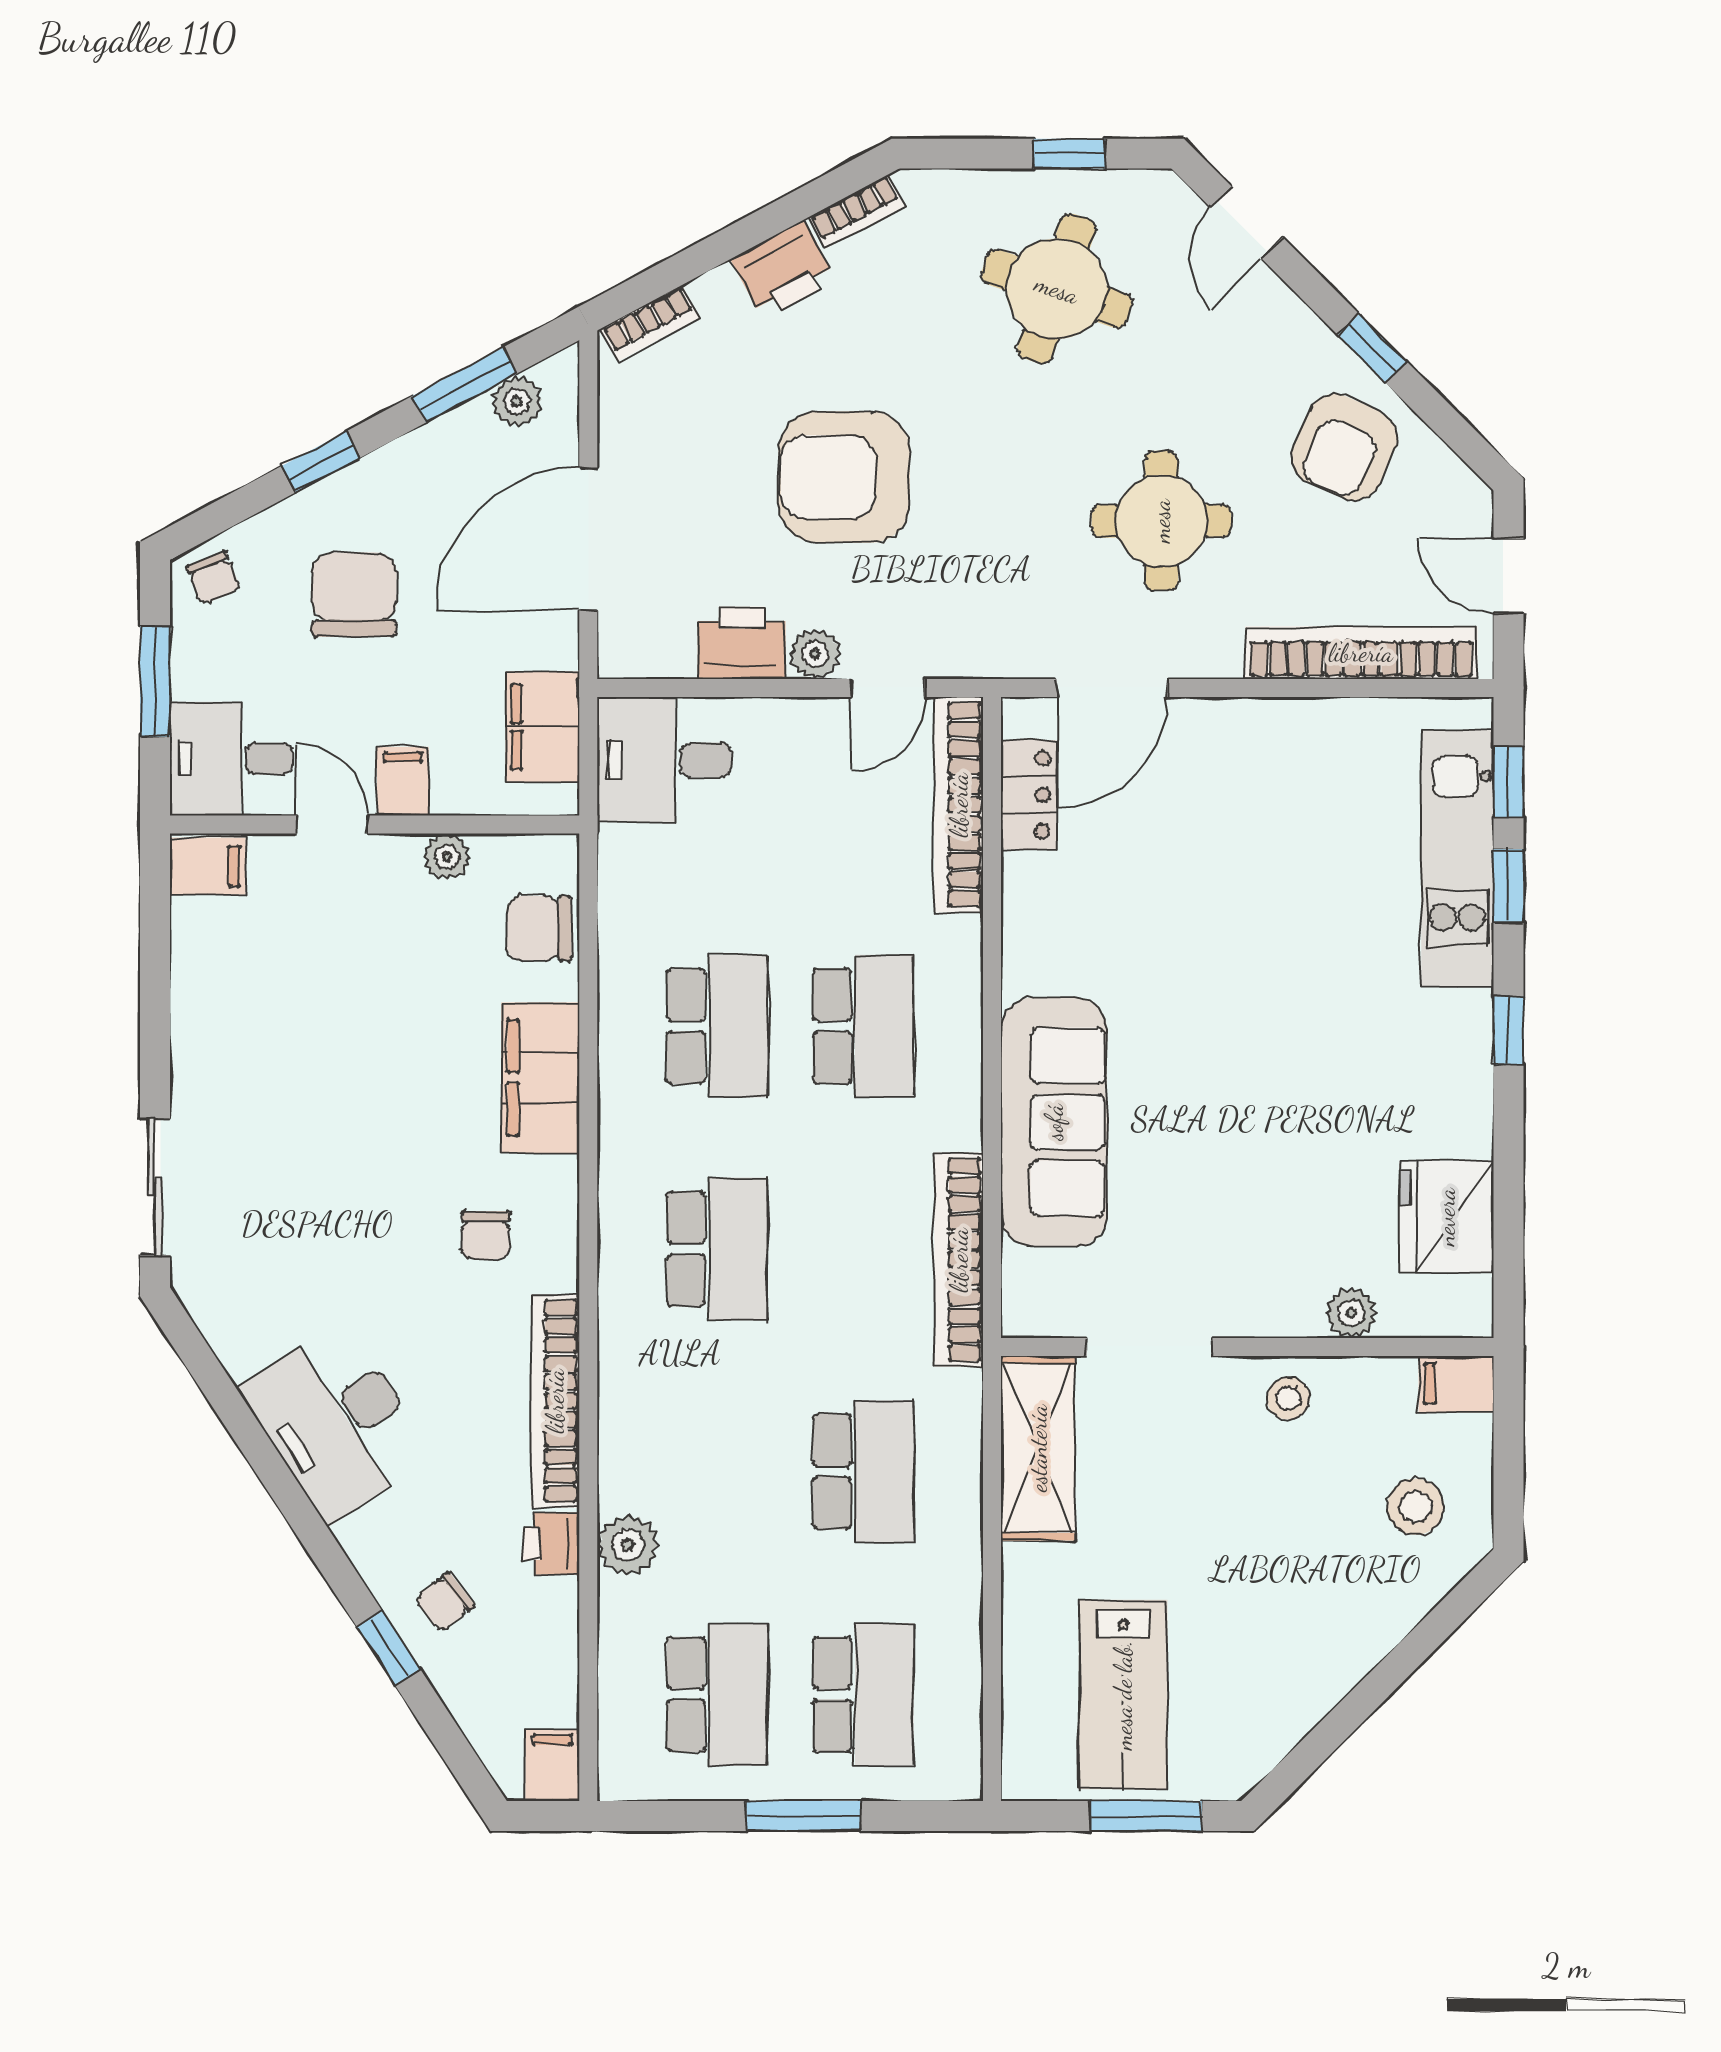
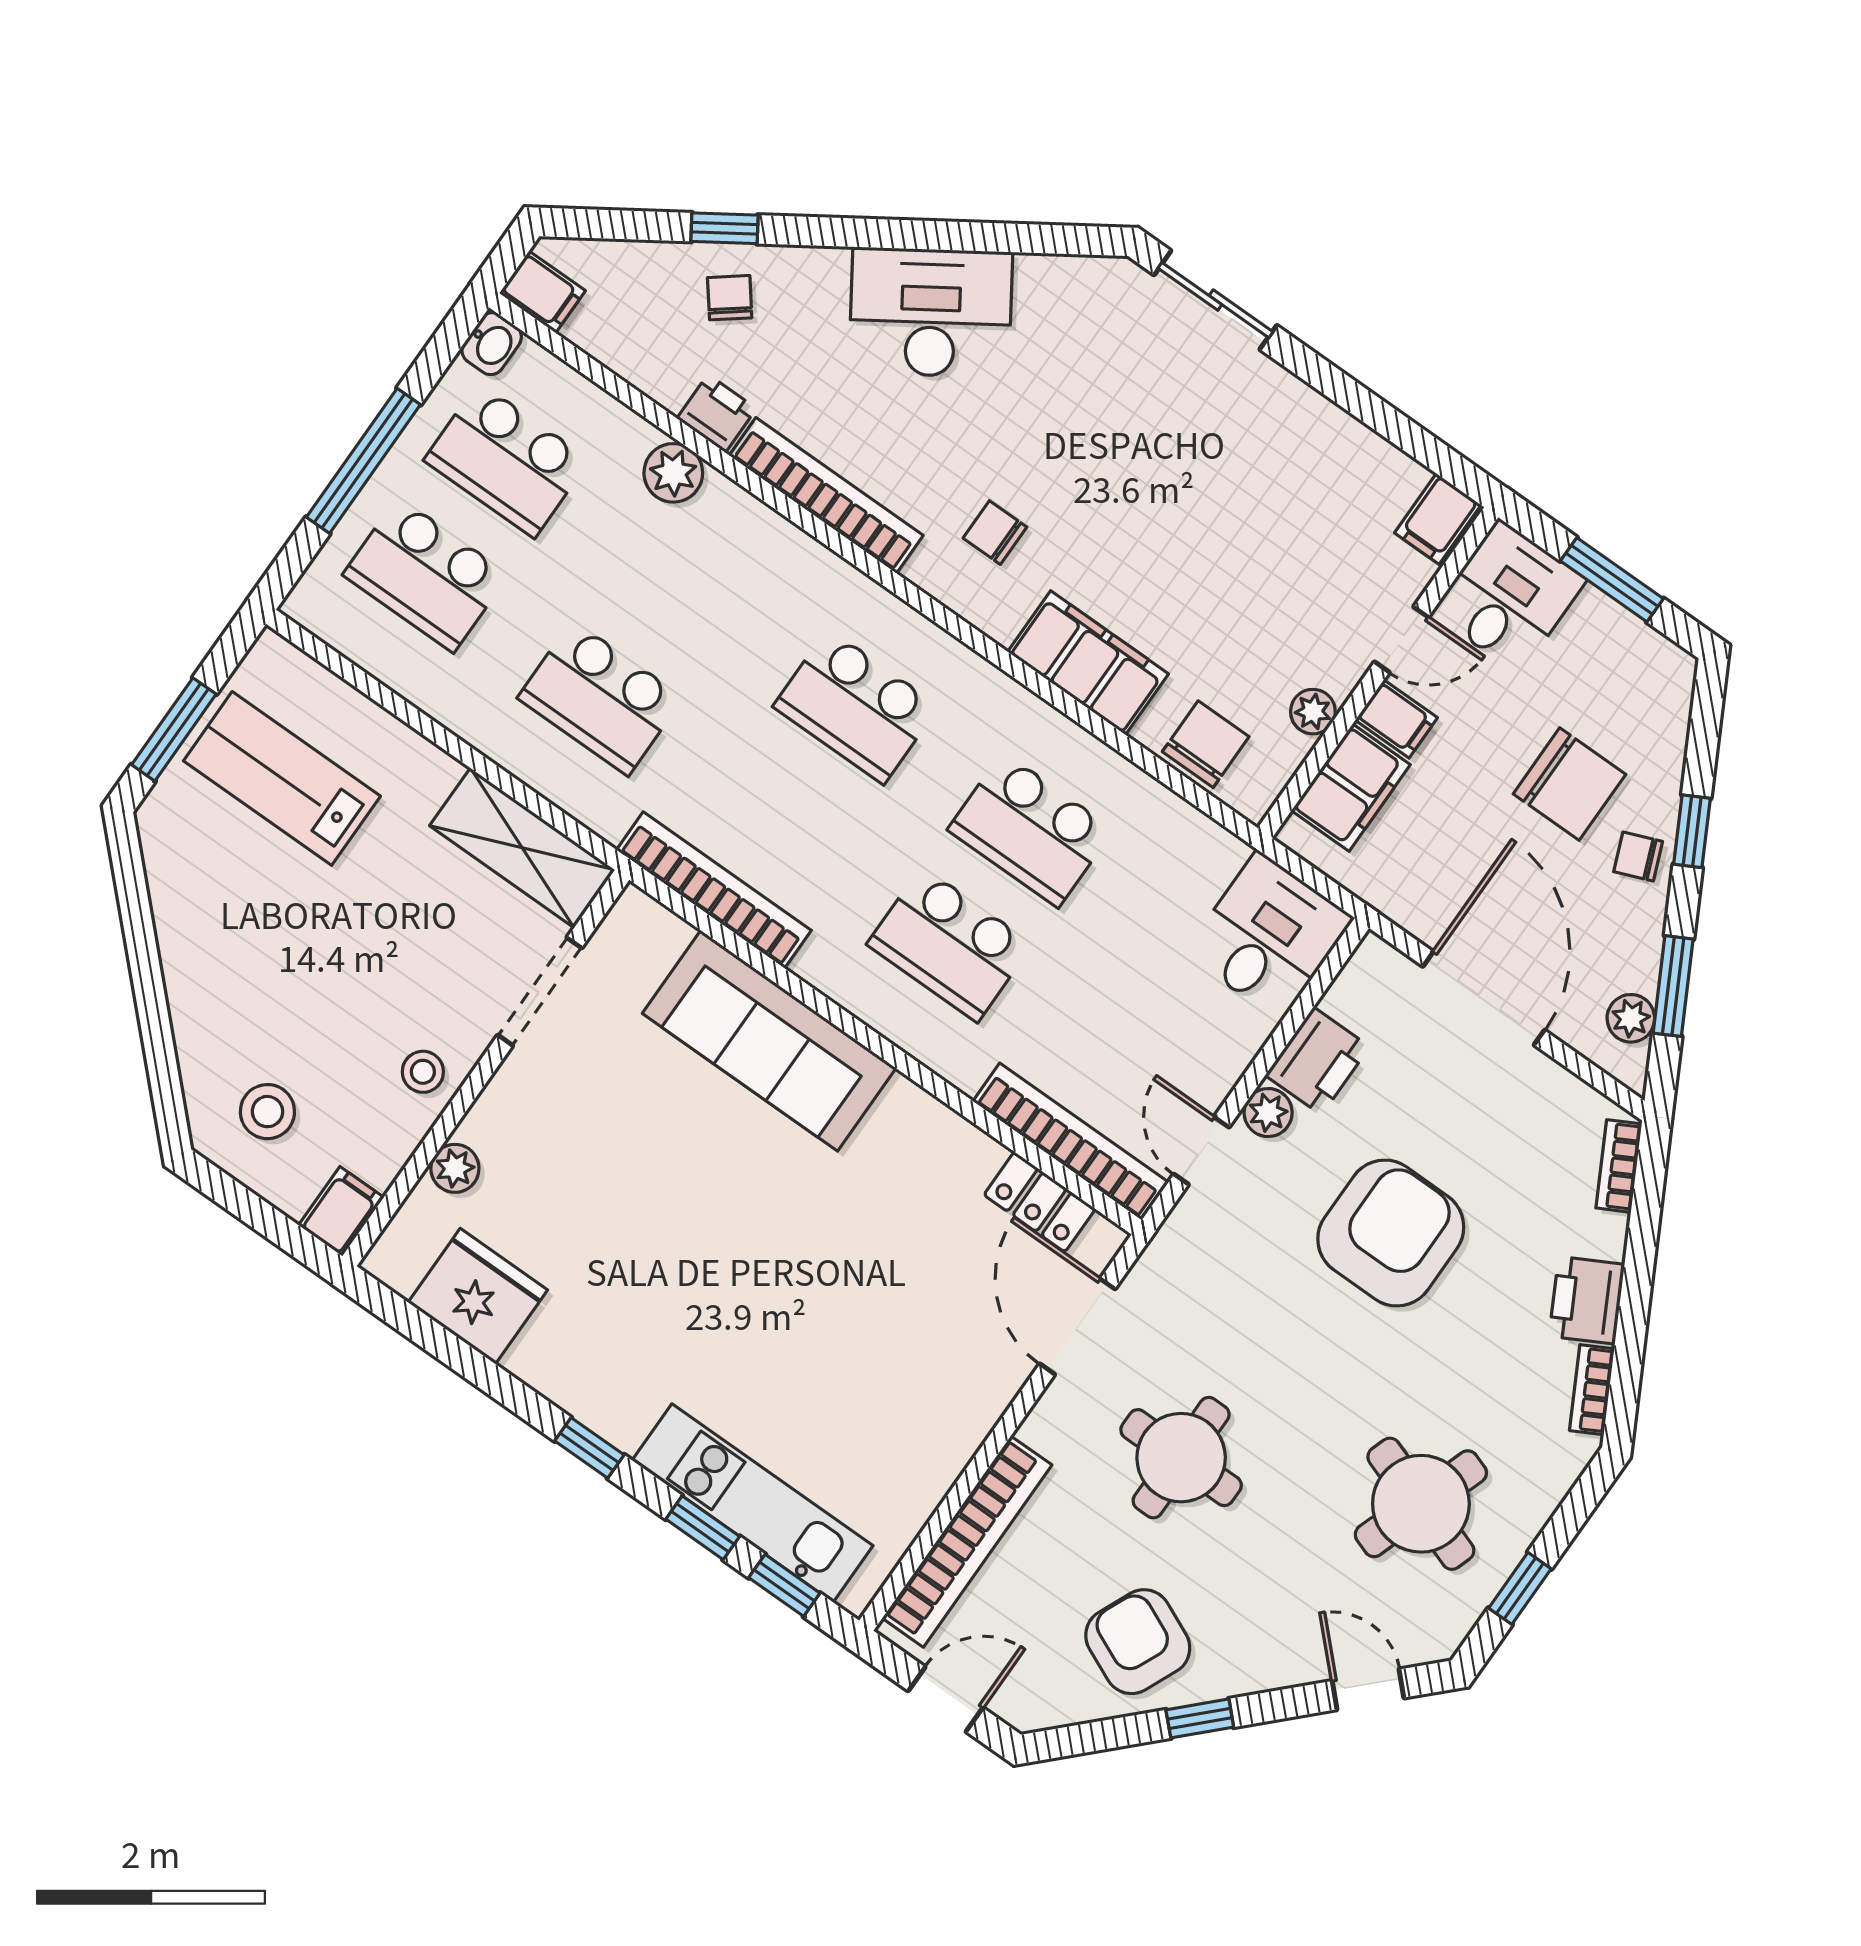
chair: (213, 578) -> (1638, 857), moved
filing cabinet: (542, 727) -> (1351, 788), moved, turned 90
washbasin: (627, 1777) -> (492, 344), added
window: (804, 1816) -> (363, 461), width x1.44

